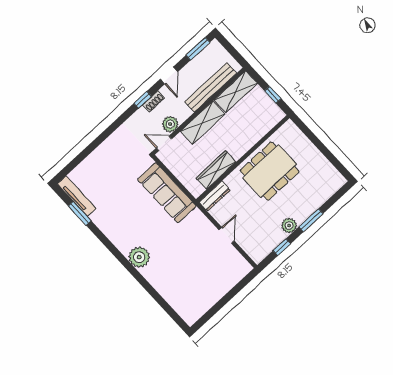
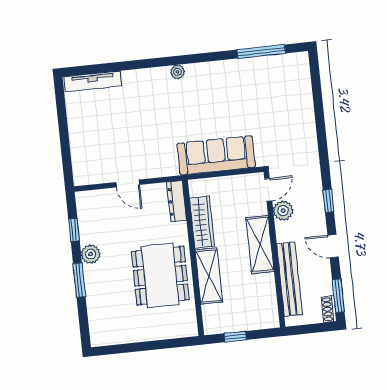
shelving: (236, 92) -> (209, 276), moved
shoe rack: (154, 101) -> (329, 309), moved
tv unit: (77, 196) -> (93, 81), moved
window: (80, 213) -> (261, 51), width x1.44
plant: (139, 257) -> (177, 72), width x0.53, depth x0.53

